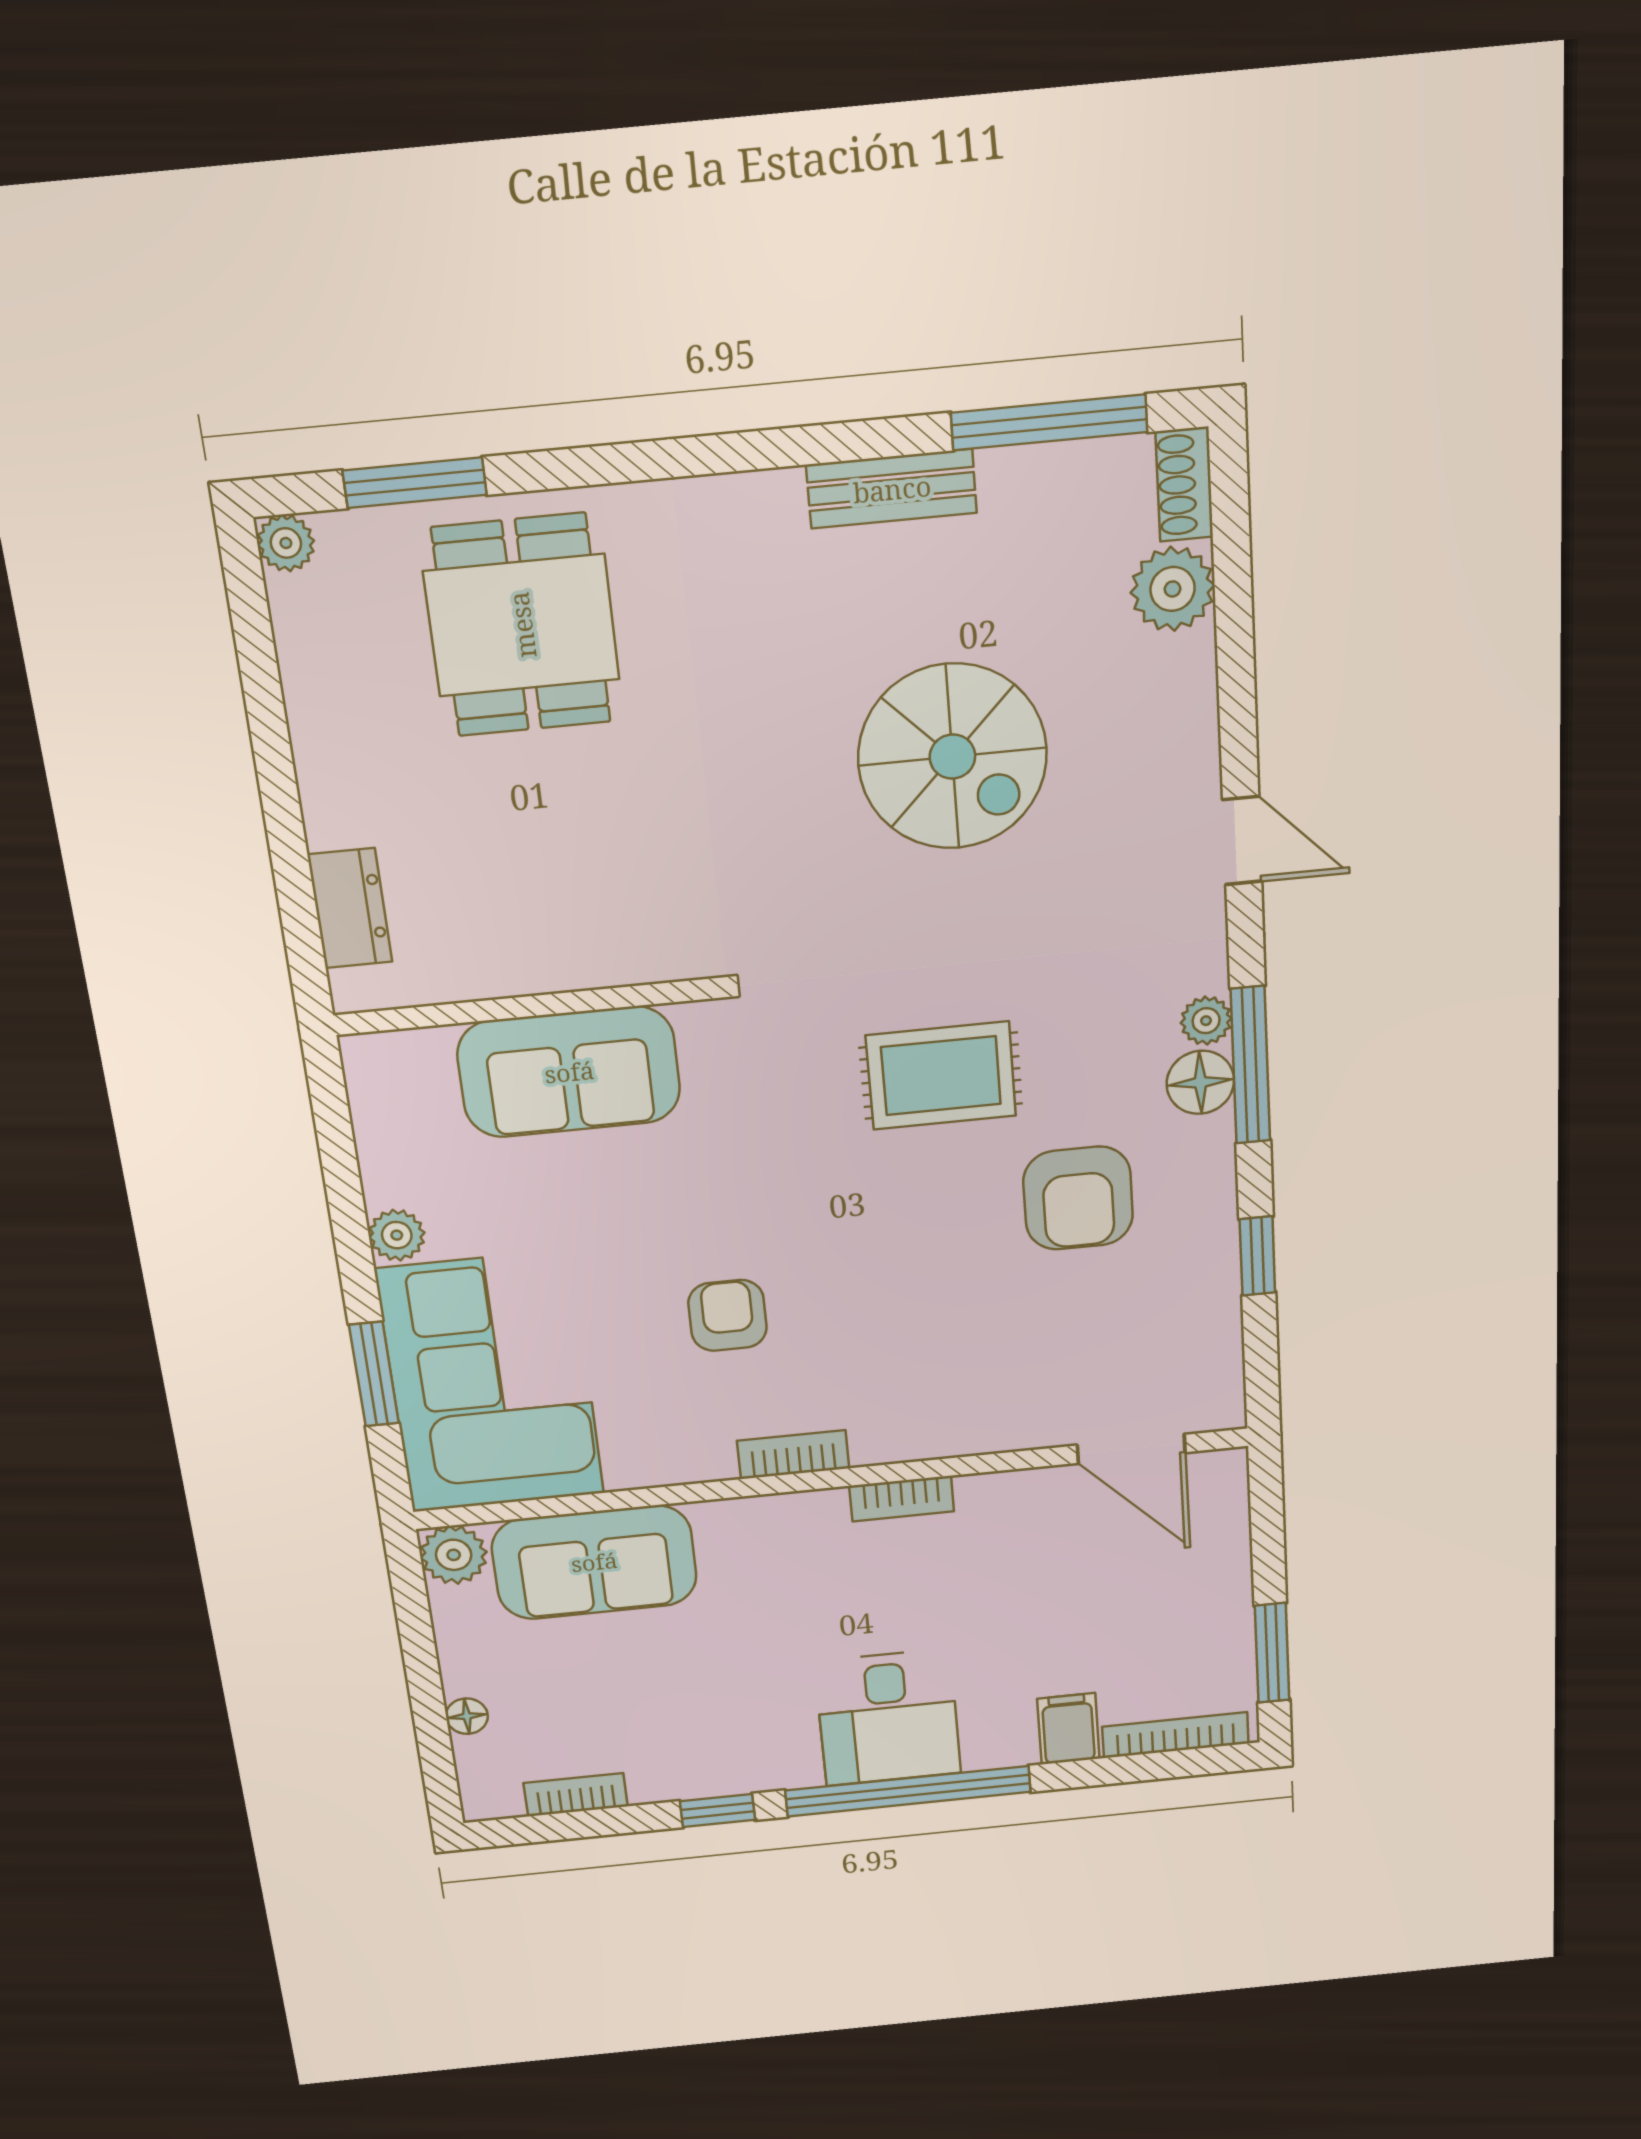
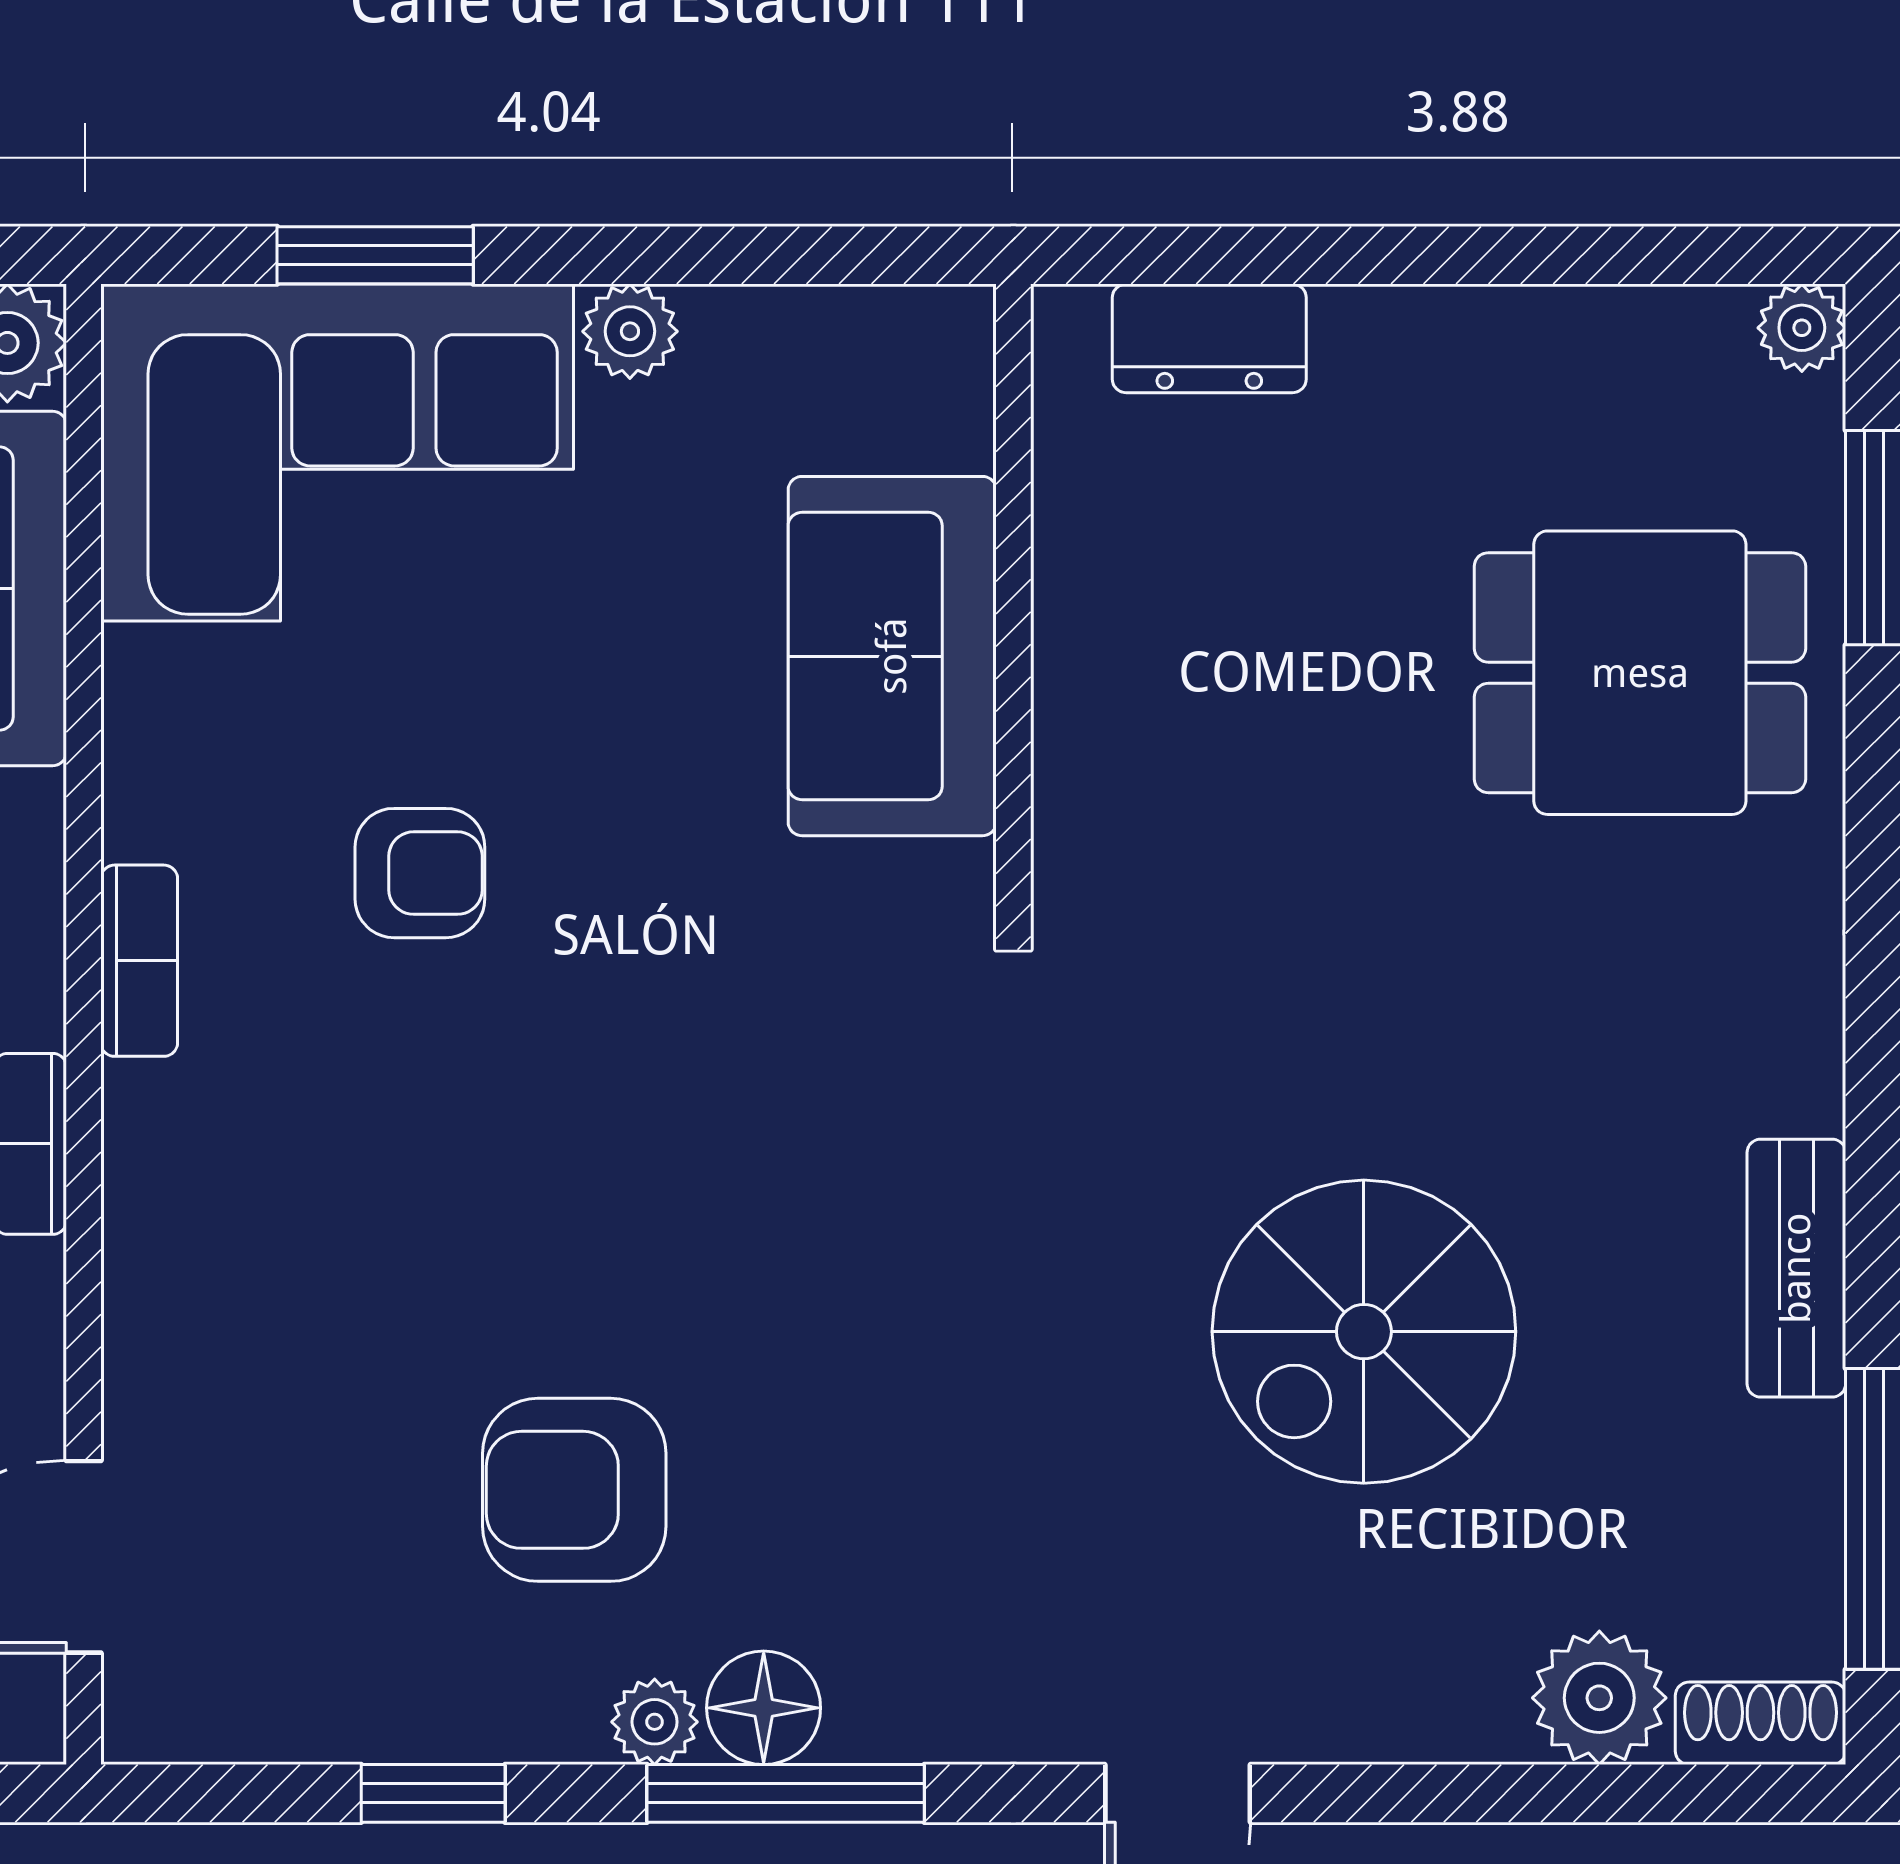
plant: (1206, 1021) -> (655, 1722), moved
rug: (941, 1076) -> (821, 1273), removed

